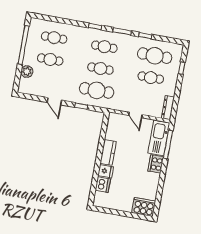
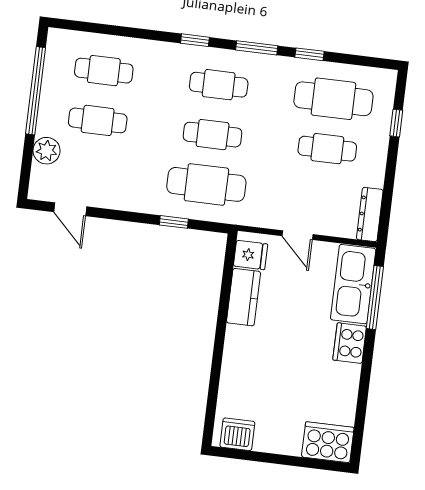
door: (54, 101) -> (70, 209), moved
kitchen counter: (108, 152) -> (244, 297), moved
fridge: (106, 171) -> (251, 255), moved
dishwasher: (103, 185) -> (237, 434), moved, turned -90

